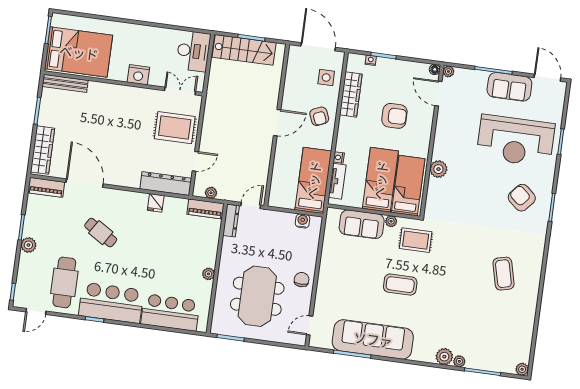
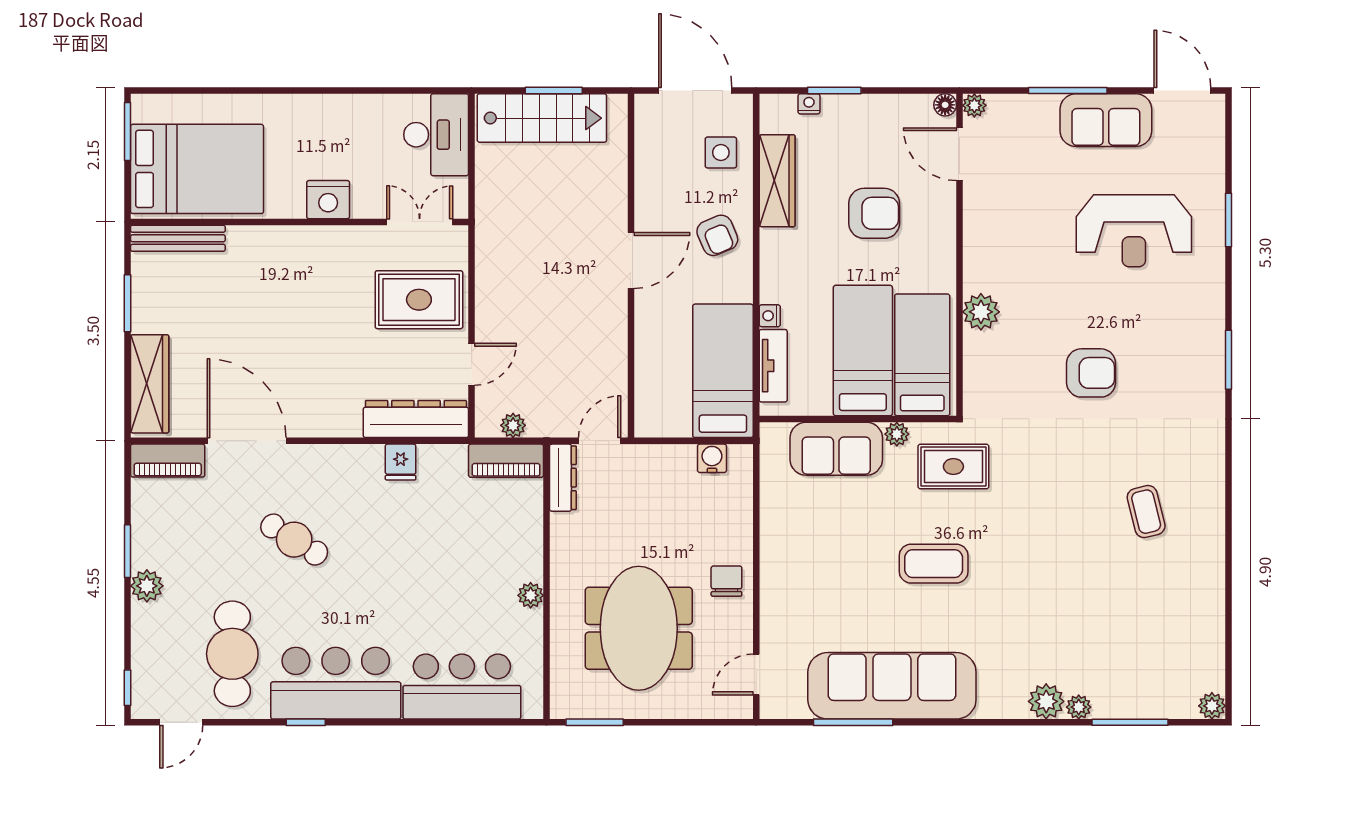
reception desk: (516, 141) -> (1134, 231), width x0.74, depth x0.77
armchair: (522, 198) -> (1091, 373), moved, turned 139
coffee table: (503, 274) -> (1146, 512), width x0.73, depth x0.77

